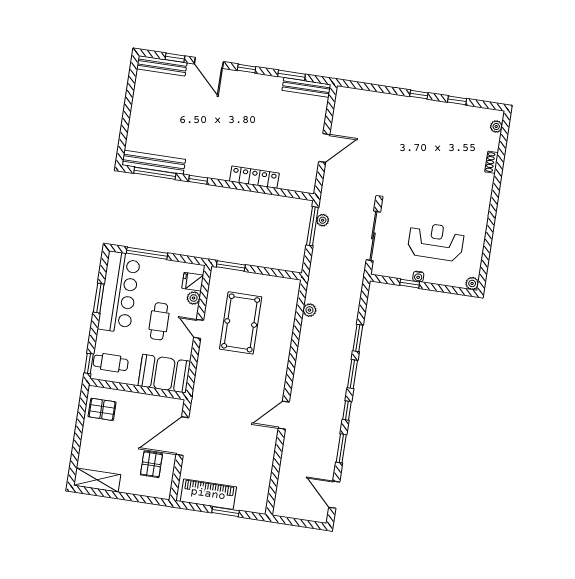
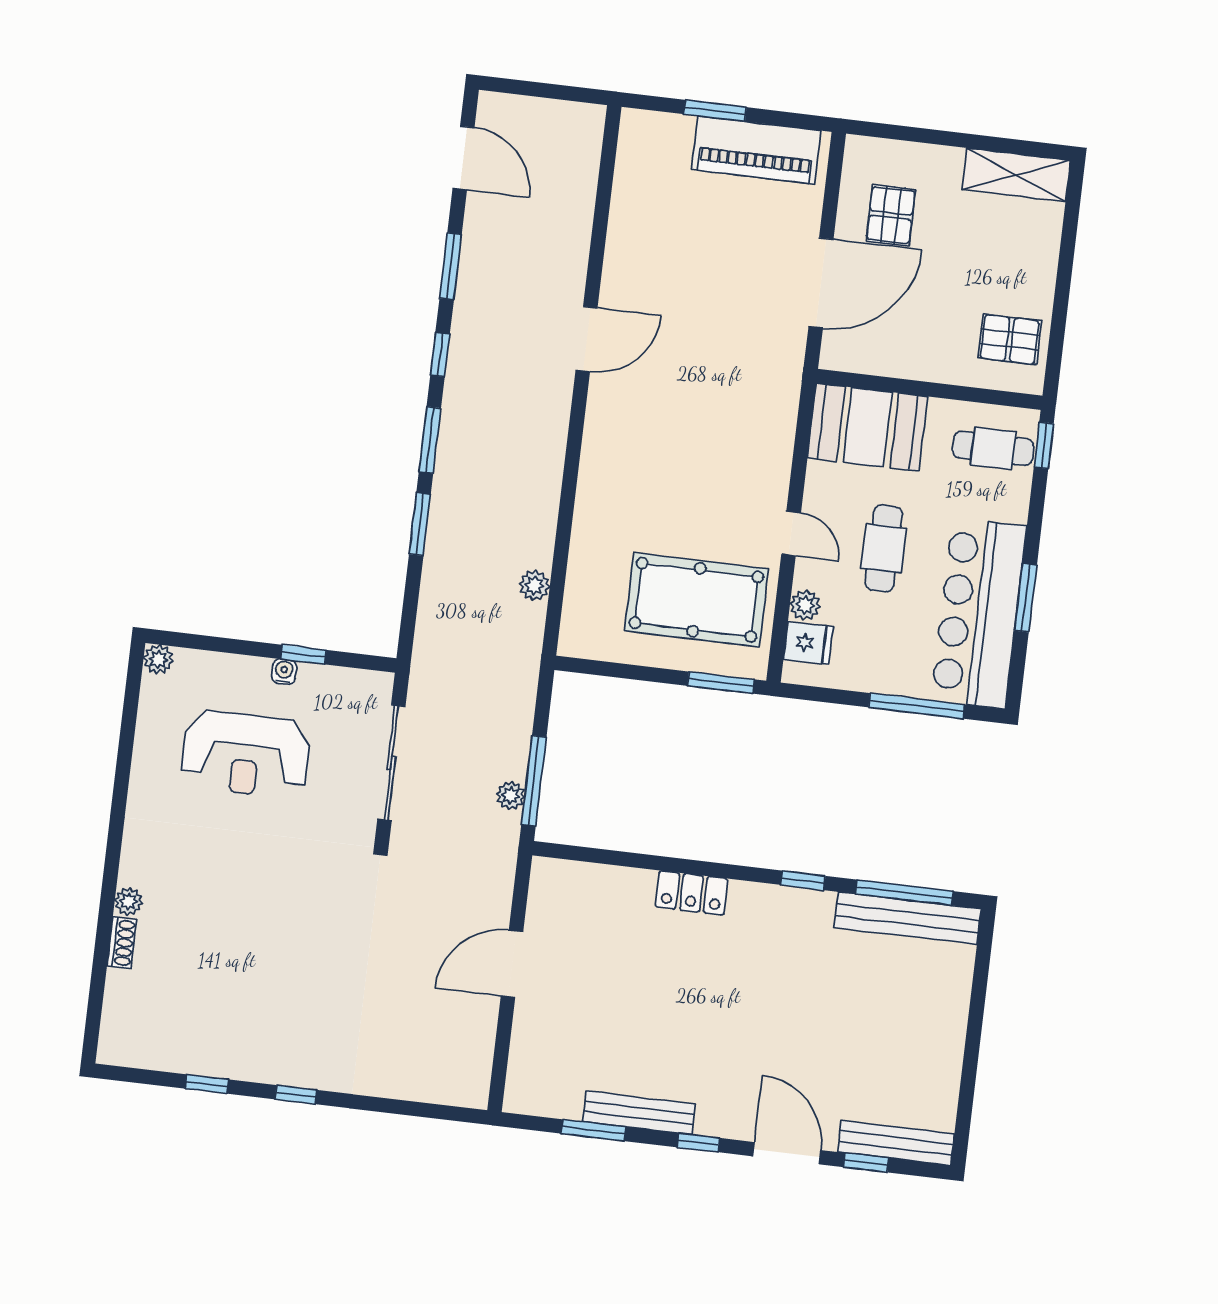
bench: (306, 87) -> (639, 1113), moved
plant: (496, 127) -> (129, 901), moved
locker: (254, 177) -> (691, 893), width x0.66
pool table: (241, 323) -> (696, 600), moved, turned 90

